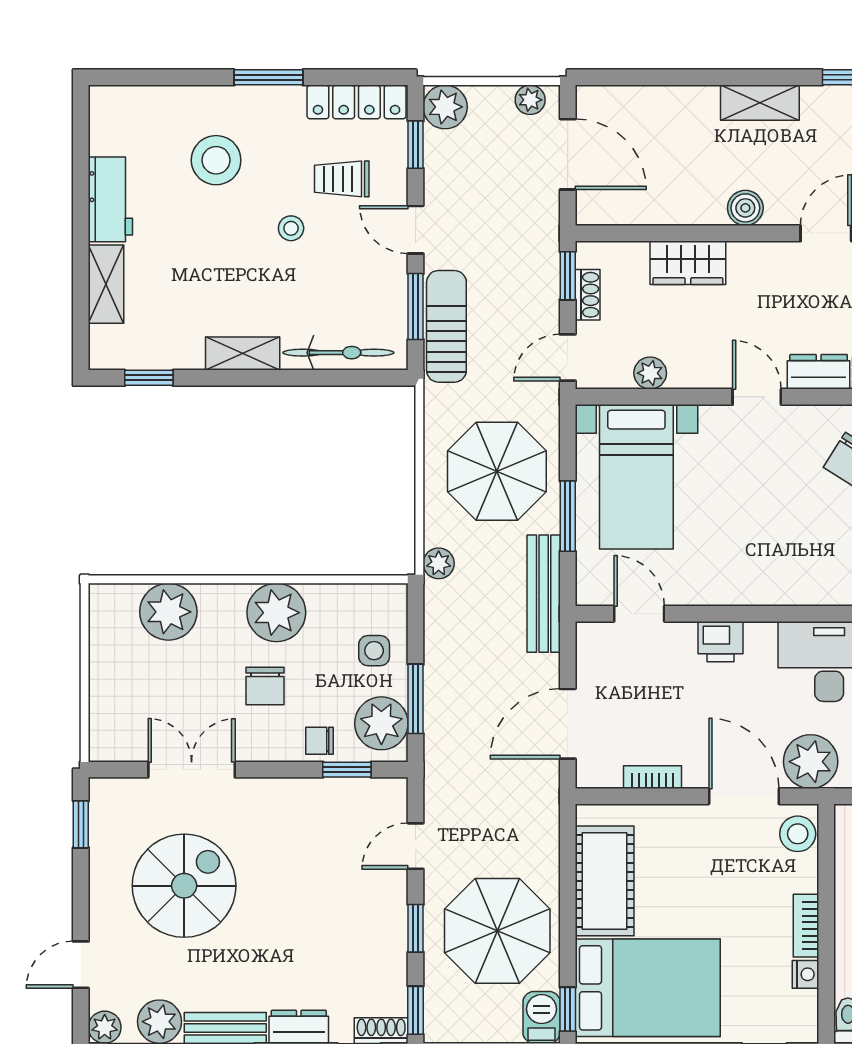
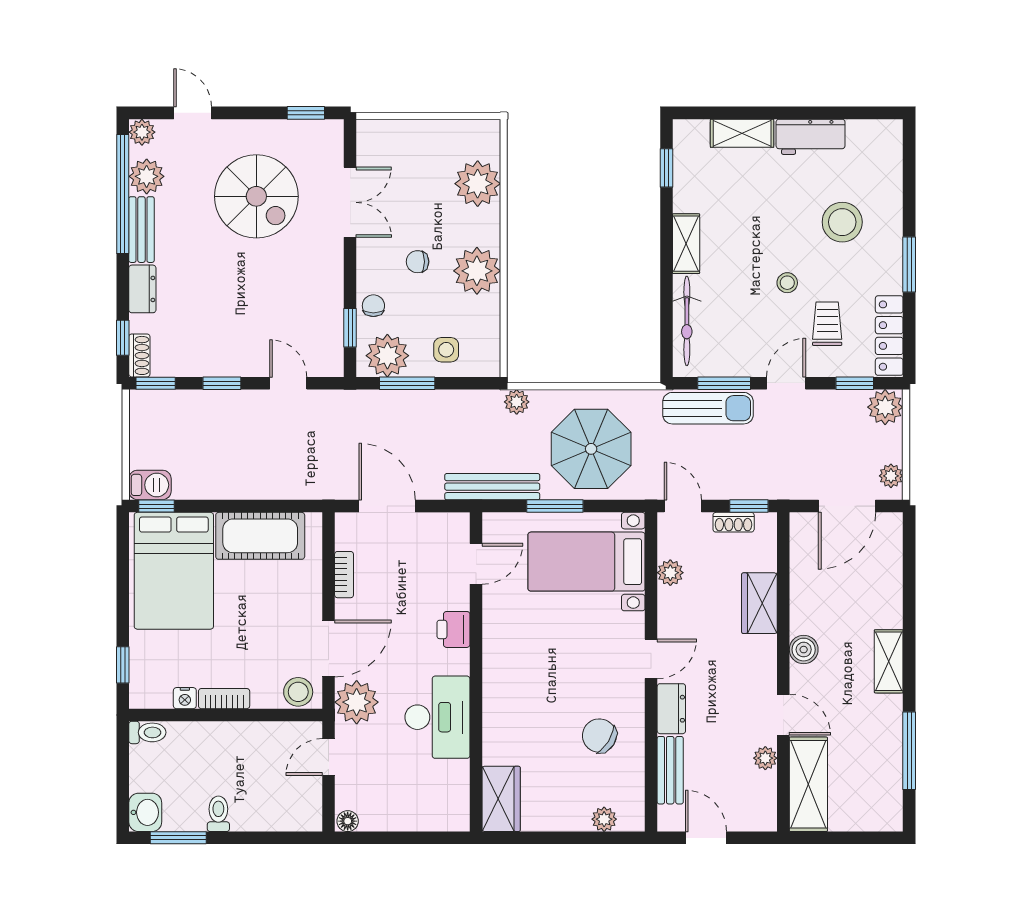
chair: (265, 686) -> (418, 262), width x0.73, depth x0.73
parasol: (497, 931) -> (220, 449), removed

